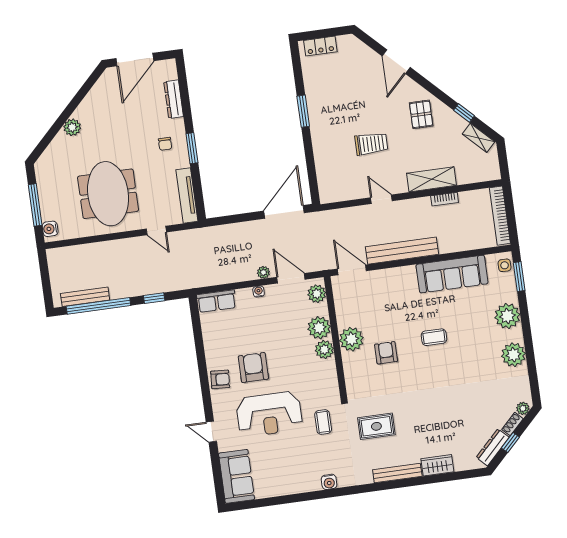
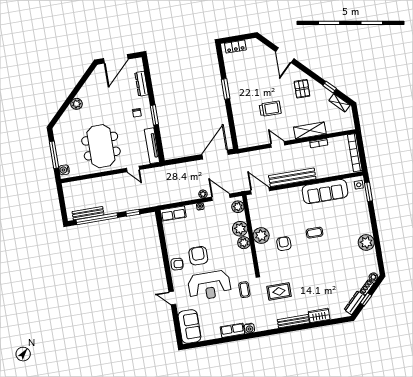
plant: (507, 316) -> (362, 218), removed
row of seats: (303, 484) -> (232, 330), added

